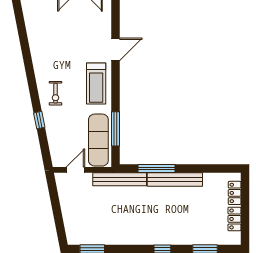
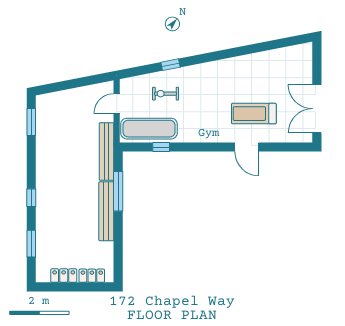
treadmill: (96, 84) -> (254, 114), moved
exercise bike: (55, 93) -> (165, 94), moved
window: (115, 129) -> (161, 147), width x0.46
door: (75, 170) -> (117, 104), swing flipped

